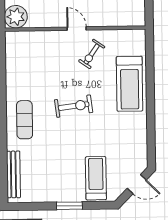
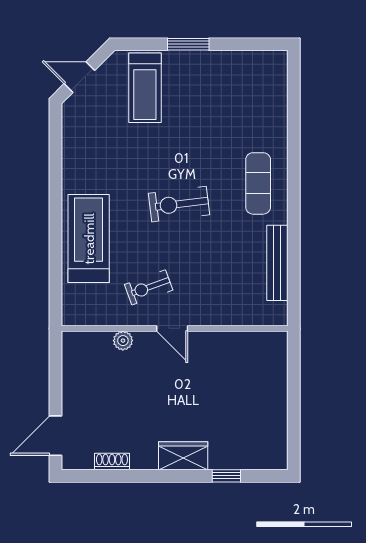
plant: (16, 17) -> (123, 341), moved, width x0.53, depth x0.53
exercise bike: (92, 54) -> (149, 287), turned -145
bench: (13, 174) -> (277, 263), moved

